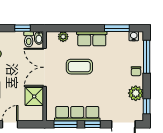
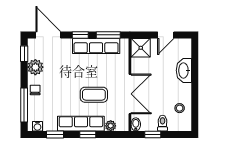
window: (85, 28) -> (88, 135), added
window: (117, 28) -> (55, 135), width x0.67
toilet: (29, 39) -> (163, 123), moved
row of seats: (92, 39) -> (81, 124), width x1.48
shower: (34, 96) -> (141, 48), moved

